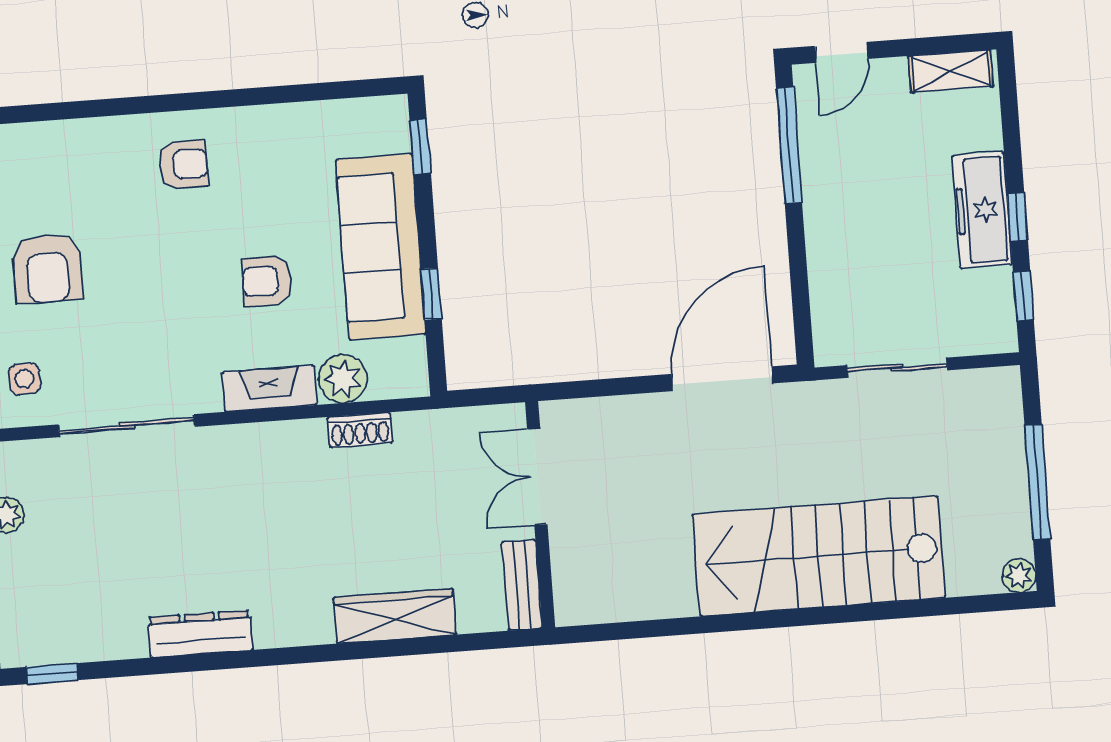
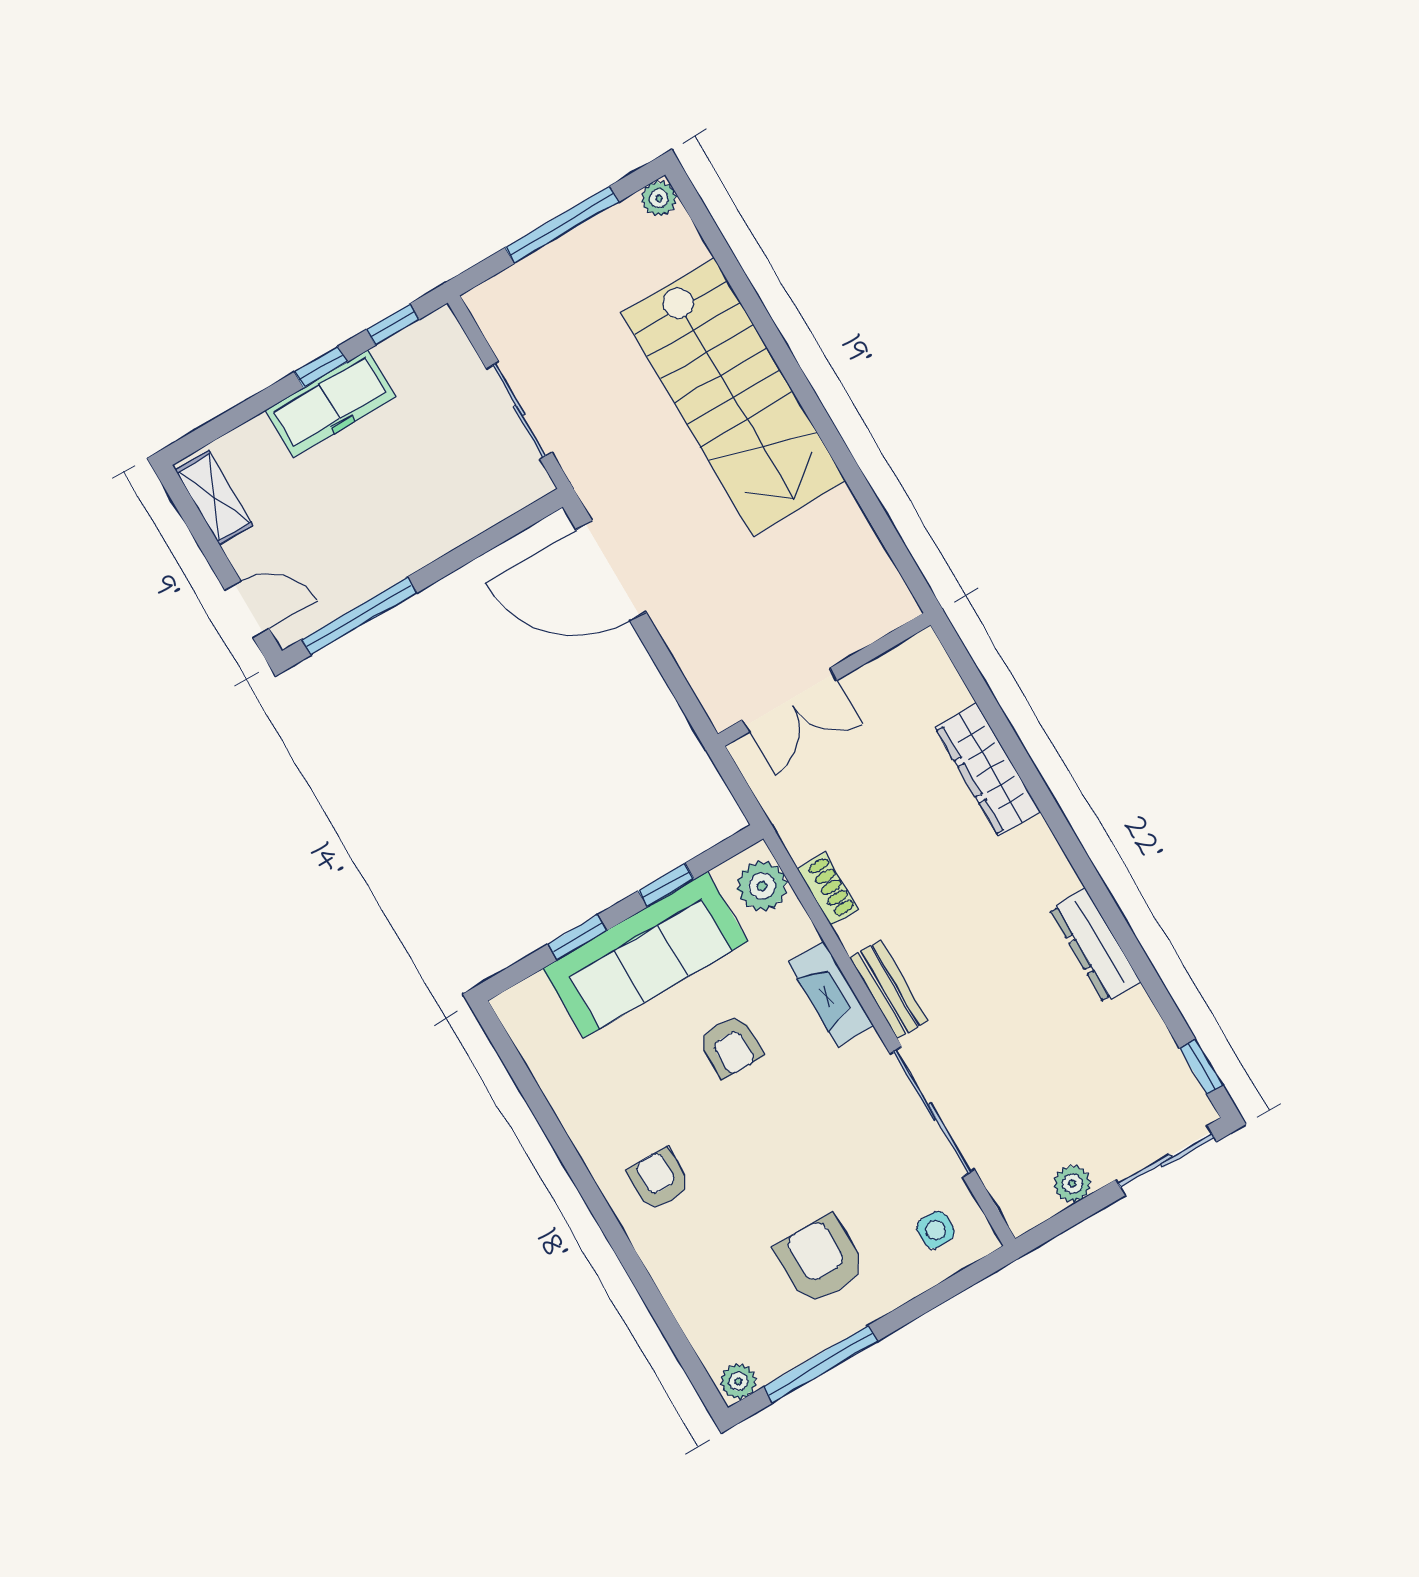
window: (420, 147) -> (577, 937), moved
armchair: (48, 268) -> (820, 1260), turned -90
plant: (343, 379) -> (762, 886), moved
bench: (522, 585) -> (889, 989), moved, turned 90

